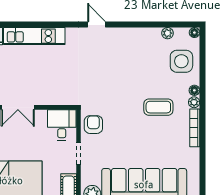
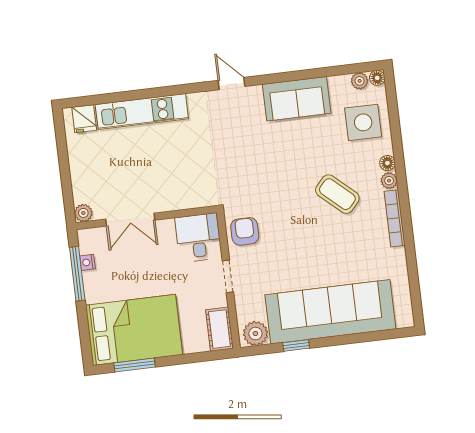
plant: (168, 33) -> (360, 81), moved
sofa: (139, 40) -> (297, 99), added
coffee table: (158, 107) -> (337, 194), turned 42

